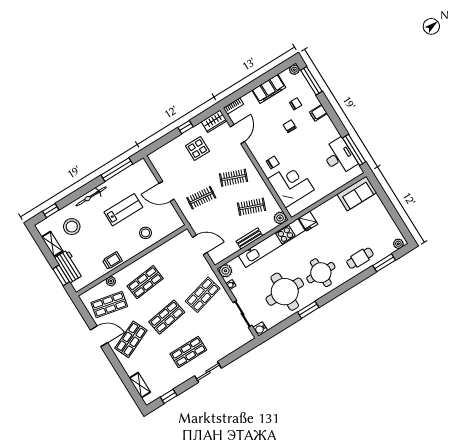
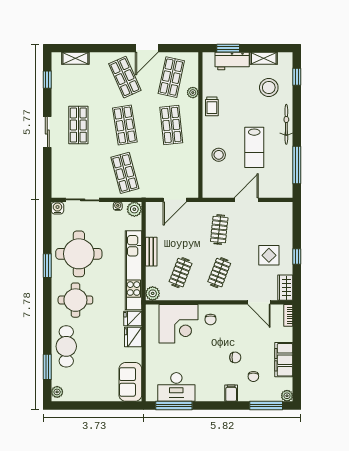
fridge: (322, 212) -> (133, 337), added
cafe table: (360, 258) -> (66, 346), width x1.37, depth x1.35

